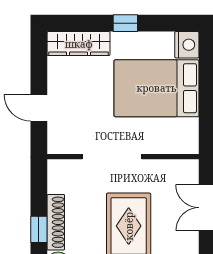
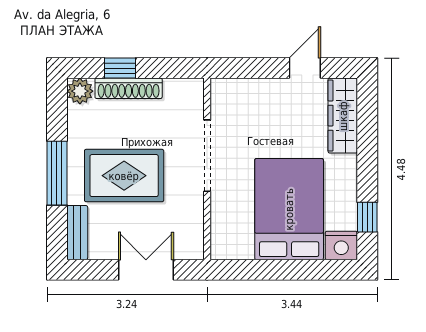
window: (125, 23) -> (367, 217), moved
door: (39, 108) -> (305, 68), moved

